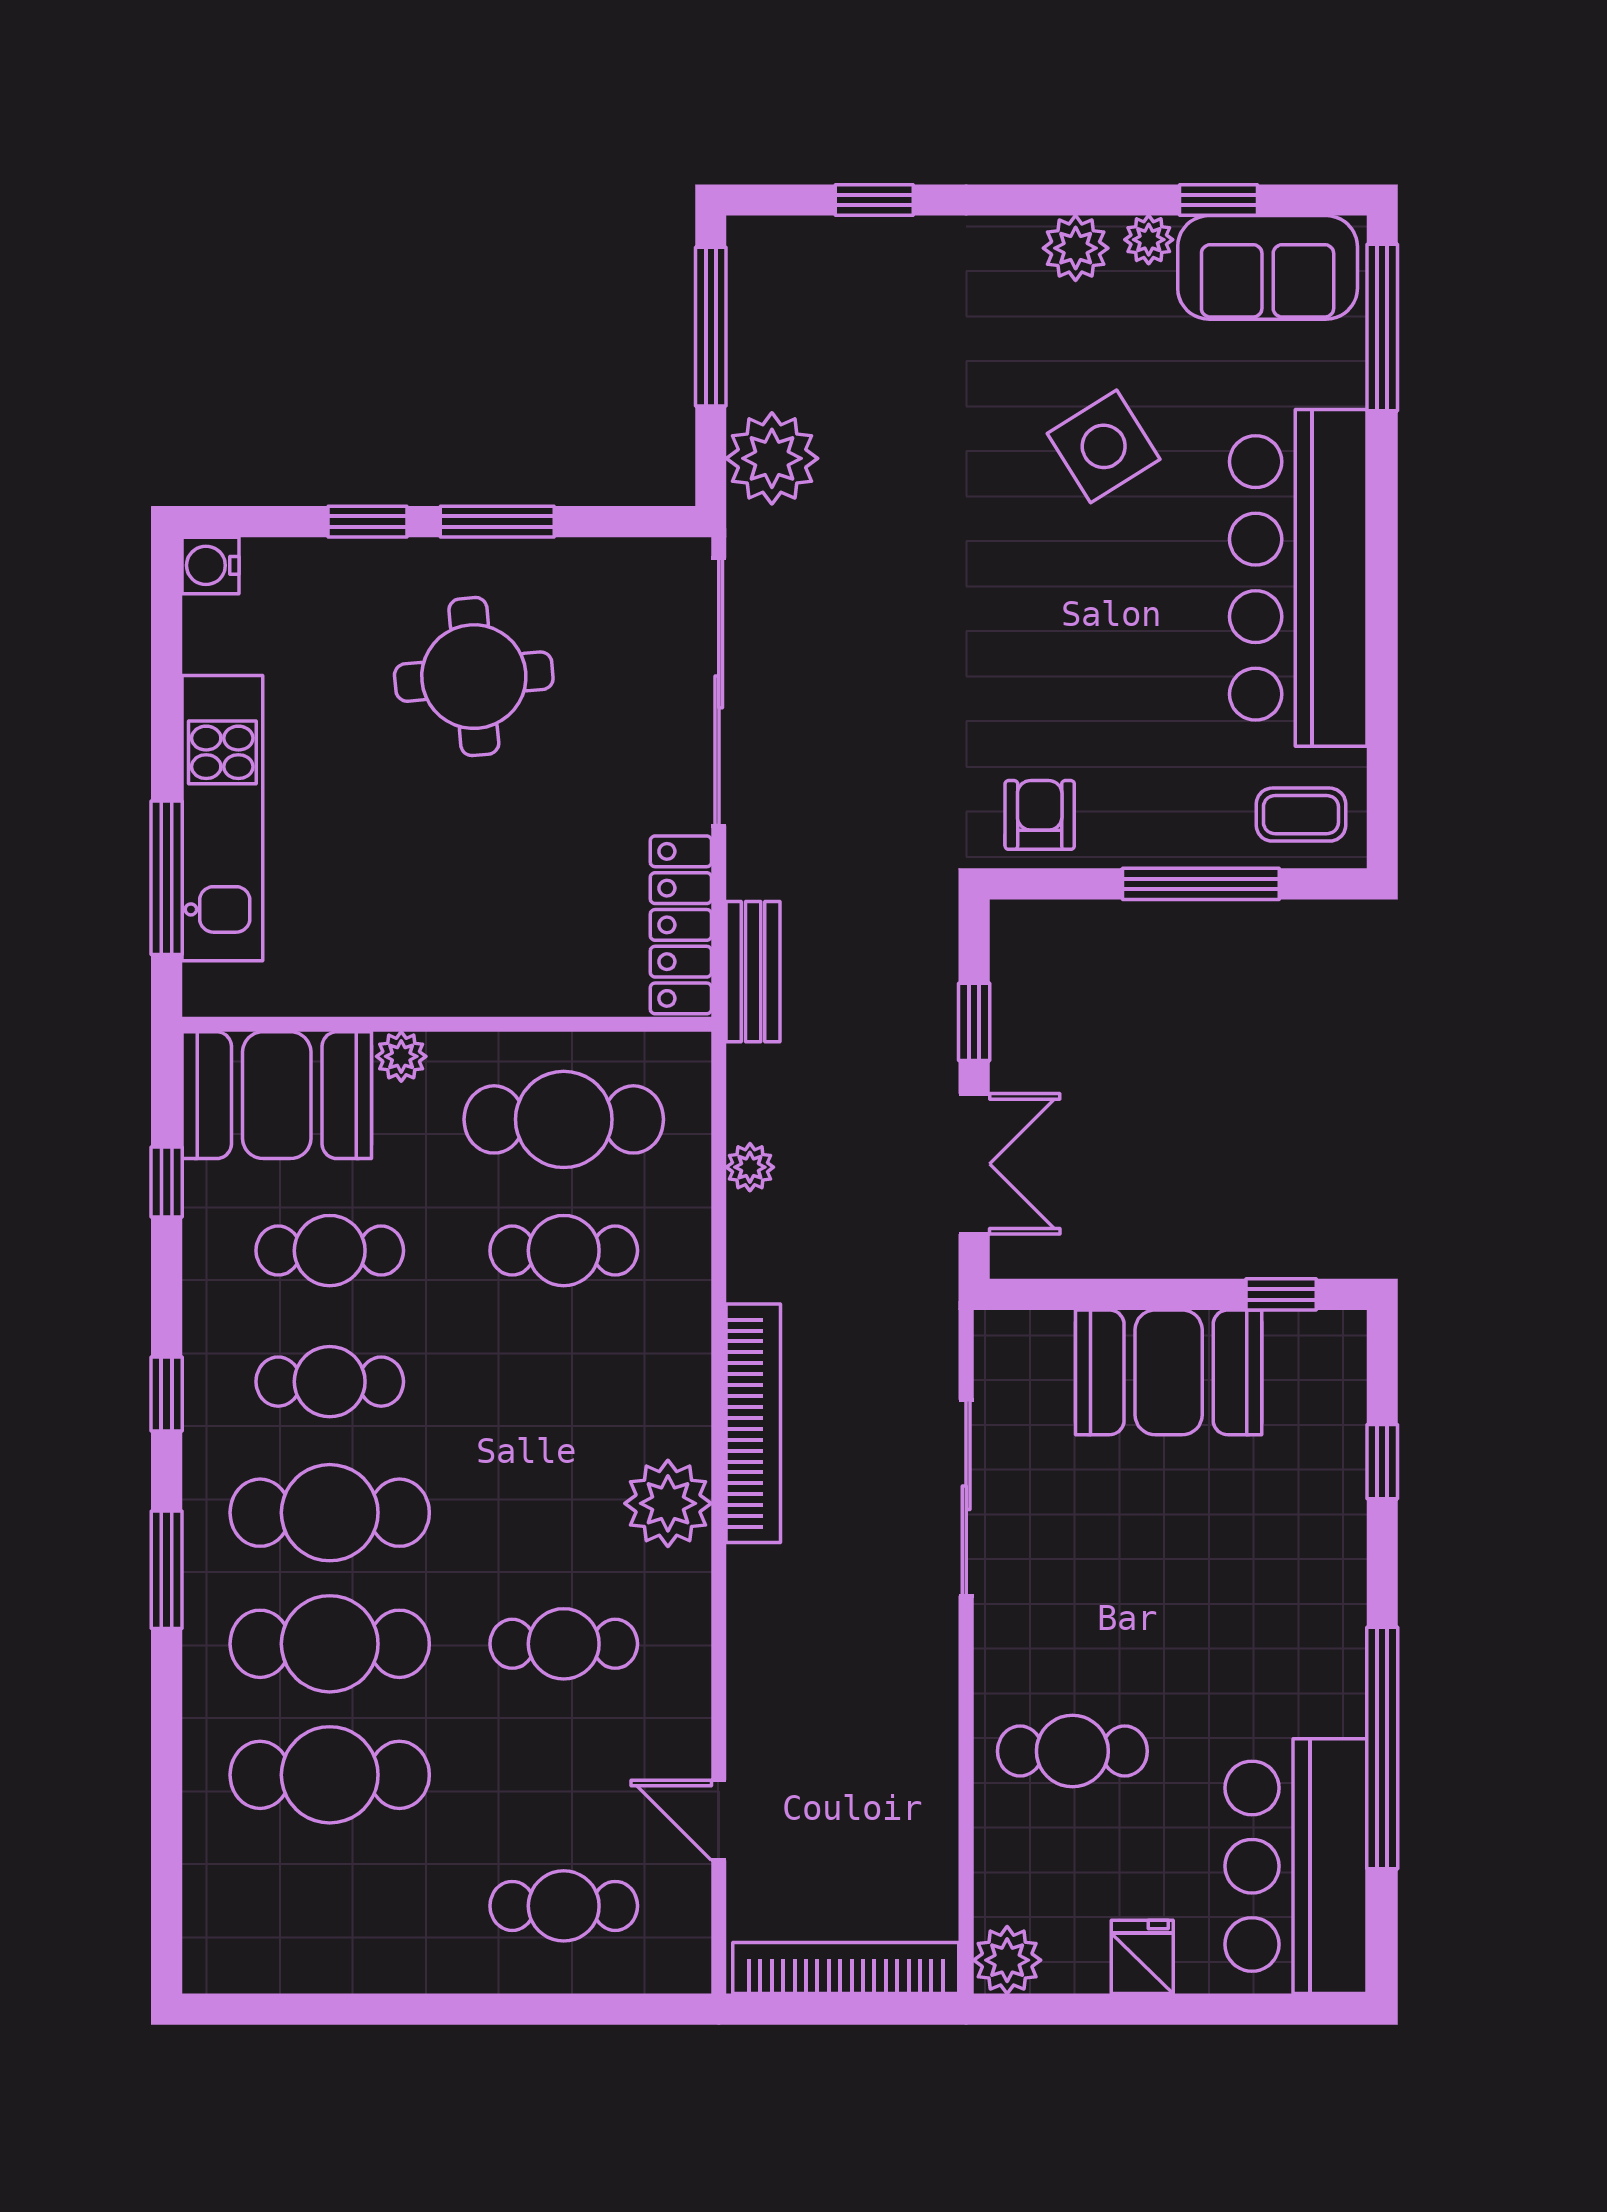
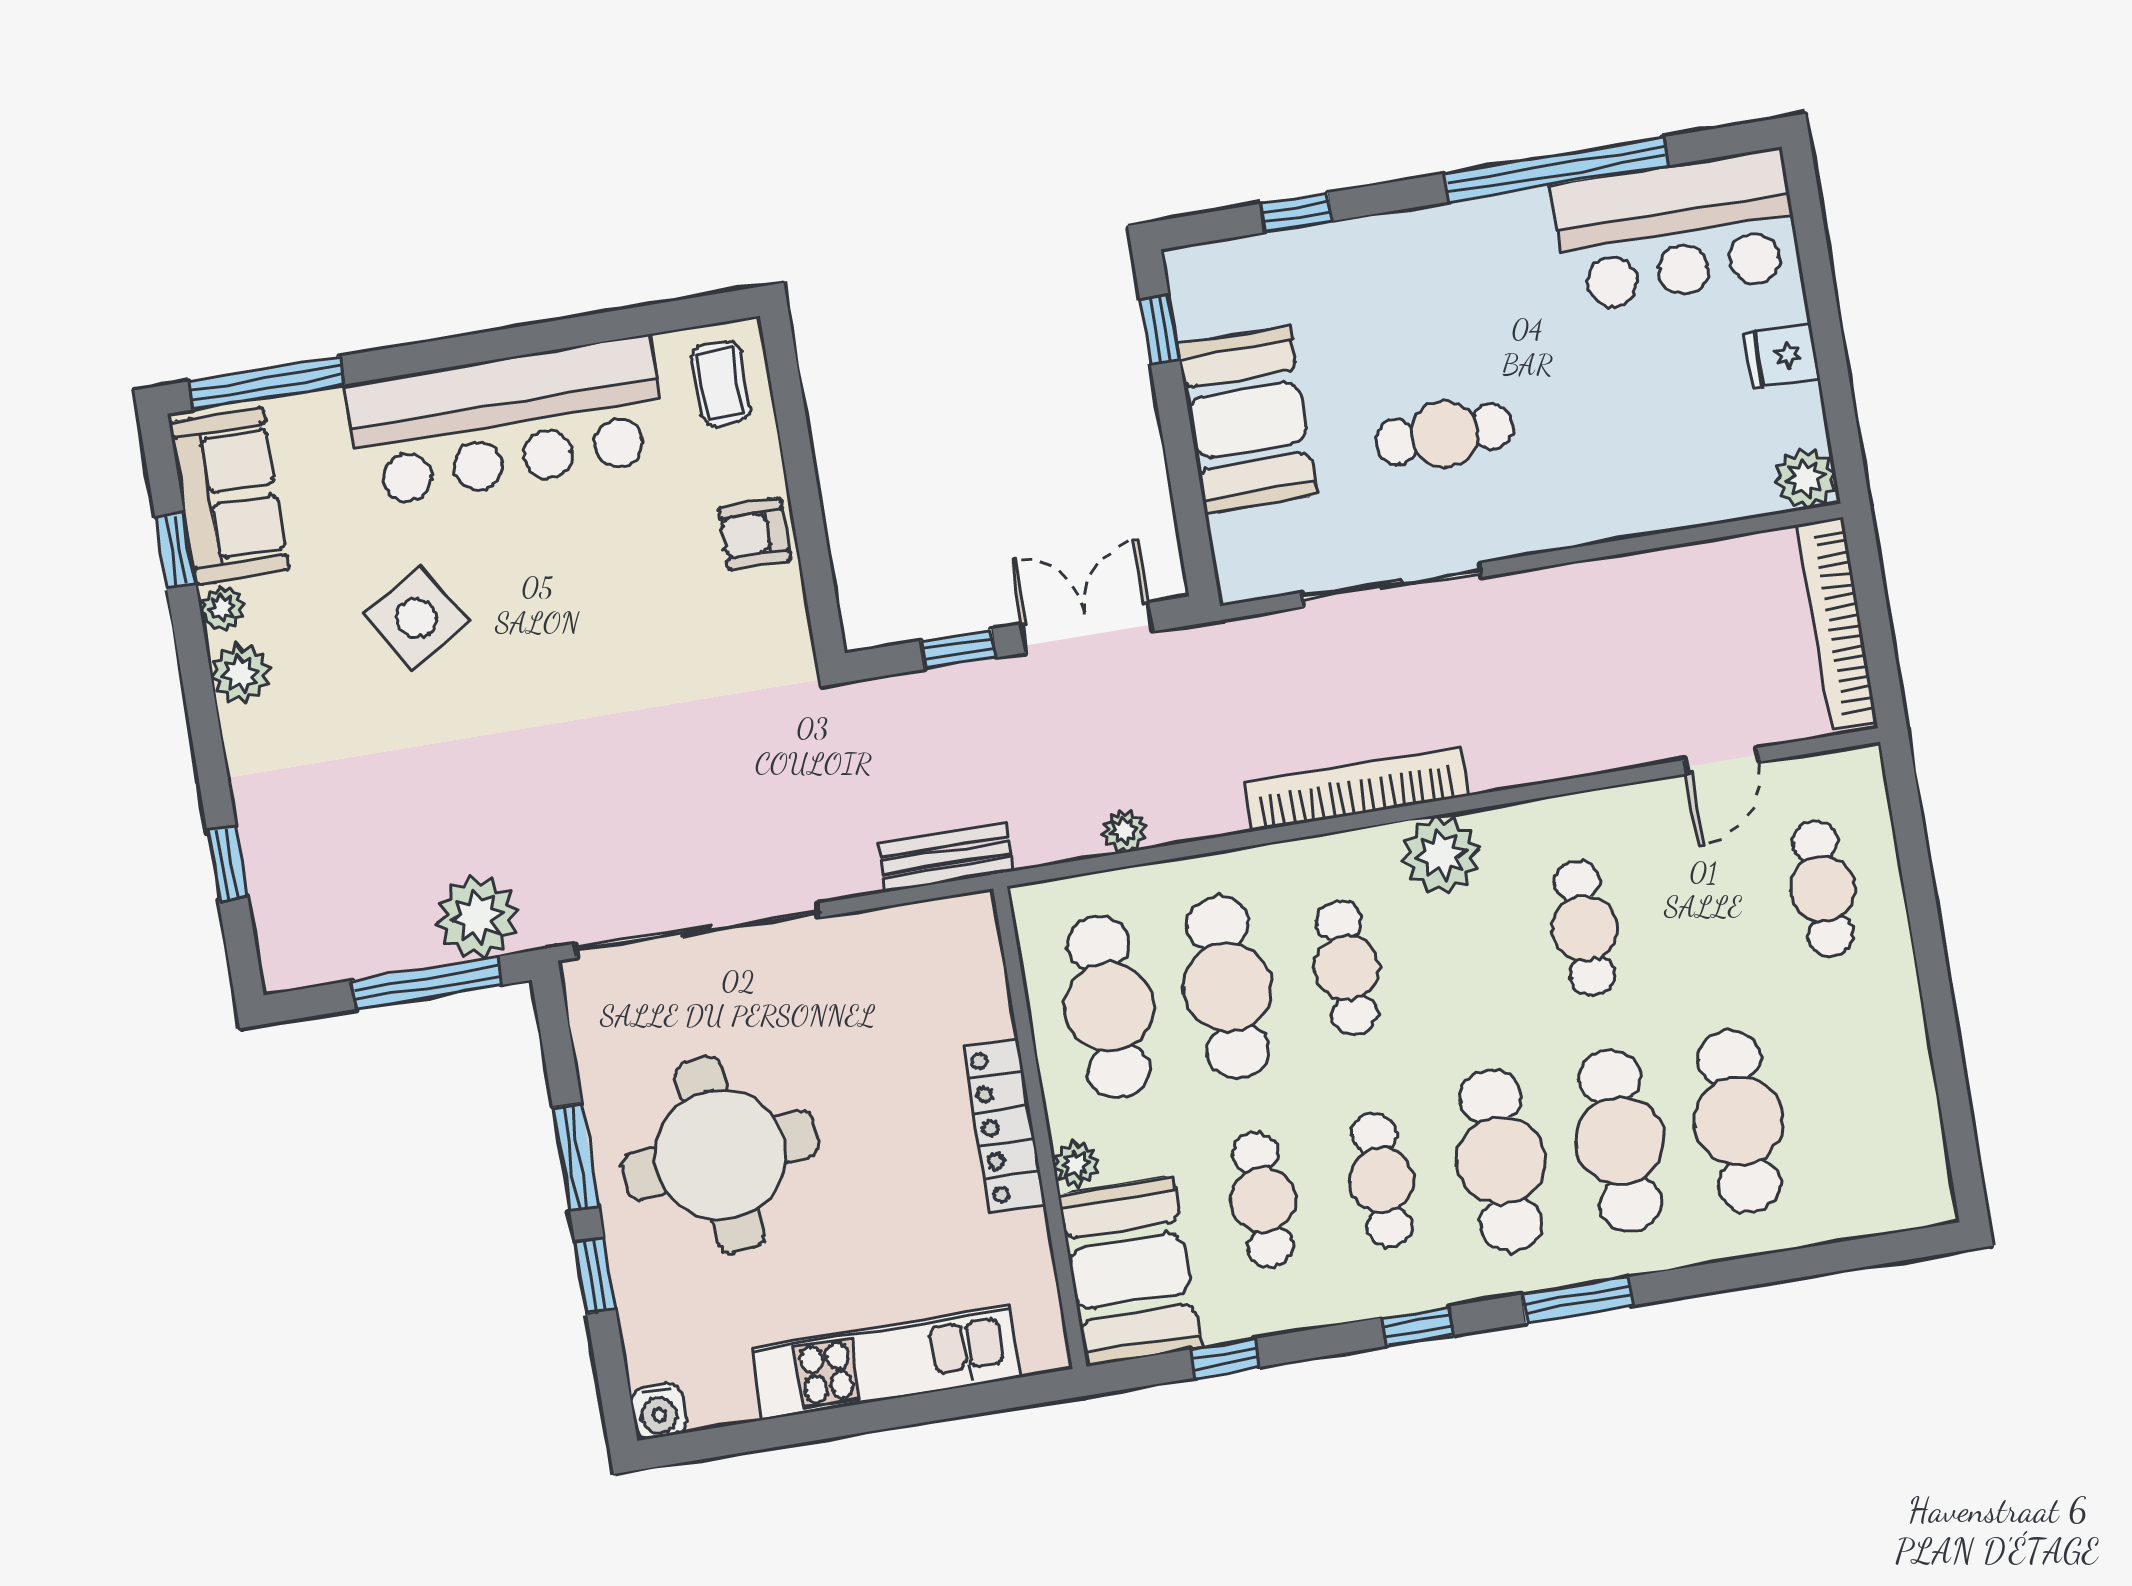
window: (711, 327) -> (427, 983), moved
round table: (474, 677) -> (720, 1155), width x1.36, depth x1.36
armchair: (1040, 815) -> (754, 534), moved
window: (167, 878) -> (949, 1404), removed
window: (1201, 884) -> (799, 464), removed
locker: (681, 925) -> (1004, 1126), moved, turned 90
cafe table: (564, 1251) -> (1228, 987), width x1.37, depth x1.35
cafe table: (564, 1382) -> (1347, 968), added
cafe table: (1072, 1751) -> (1444, 434), moved, turned 90

